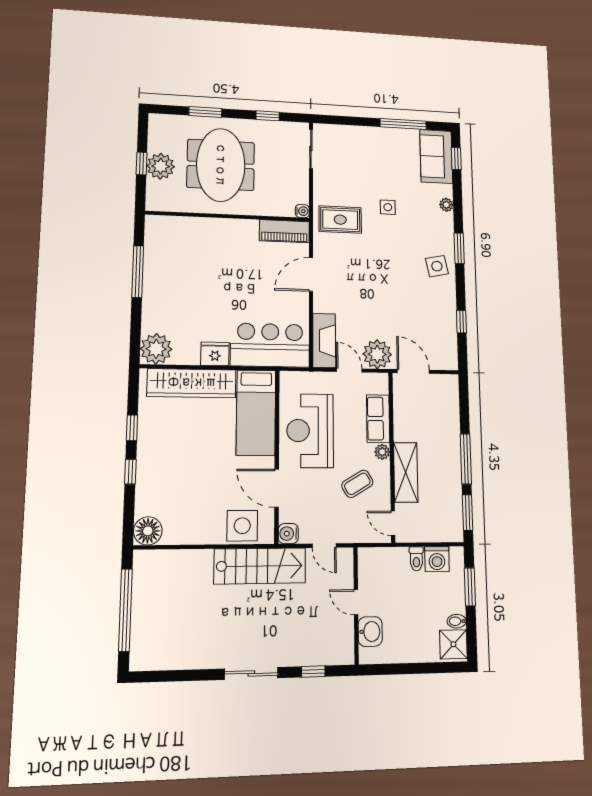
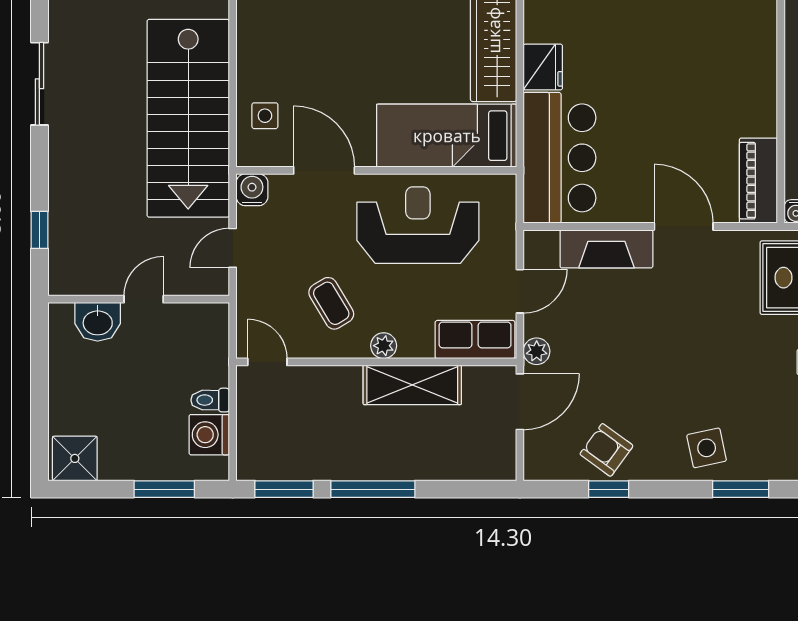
armchair: (440, 322) -> (606, 450), added
fireplace: (324, 341) -> (606, 249), moved
plant: (377, 354) -> (537, 351), width x0.53, depth x0.53
row of seats: (378, 419) -> (475, 340), moved
shelving: (406, 472) -> (412, 385), moved
door: (277, 488) -> (324, 170), hinge flipped
door: (393, 523) -> (267, 362), hinge flipped
side table: (242, 526) -> (265, 116), width x0.54, depth x0.54
stairs: (260, 566) -> (188, 118), width x1.36, depth x1.51
bidet: (457, 621) -> (111, 465), removed
sliding door: (251, 673) -> (39, 84), moved

